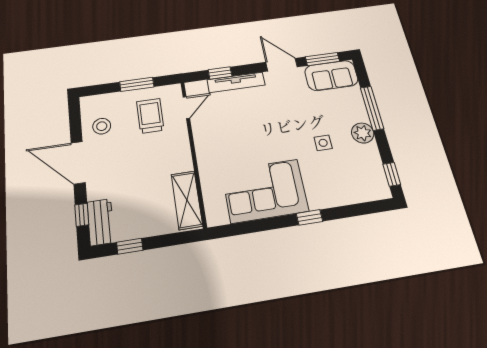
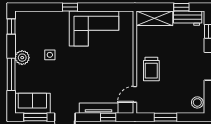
trolley: (150, 116) -> (151, 69), moved
stool: (102, 126) -> (197, 102), moved
shelving: (187, 200) -> (154, 18), moved, turned 90
workbench: (101, 222) -> (188, 18), moved, turned -90

